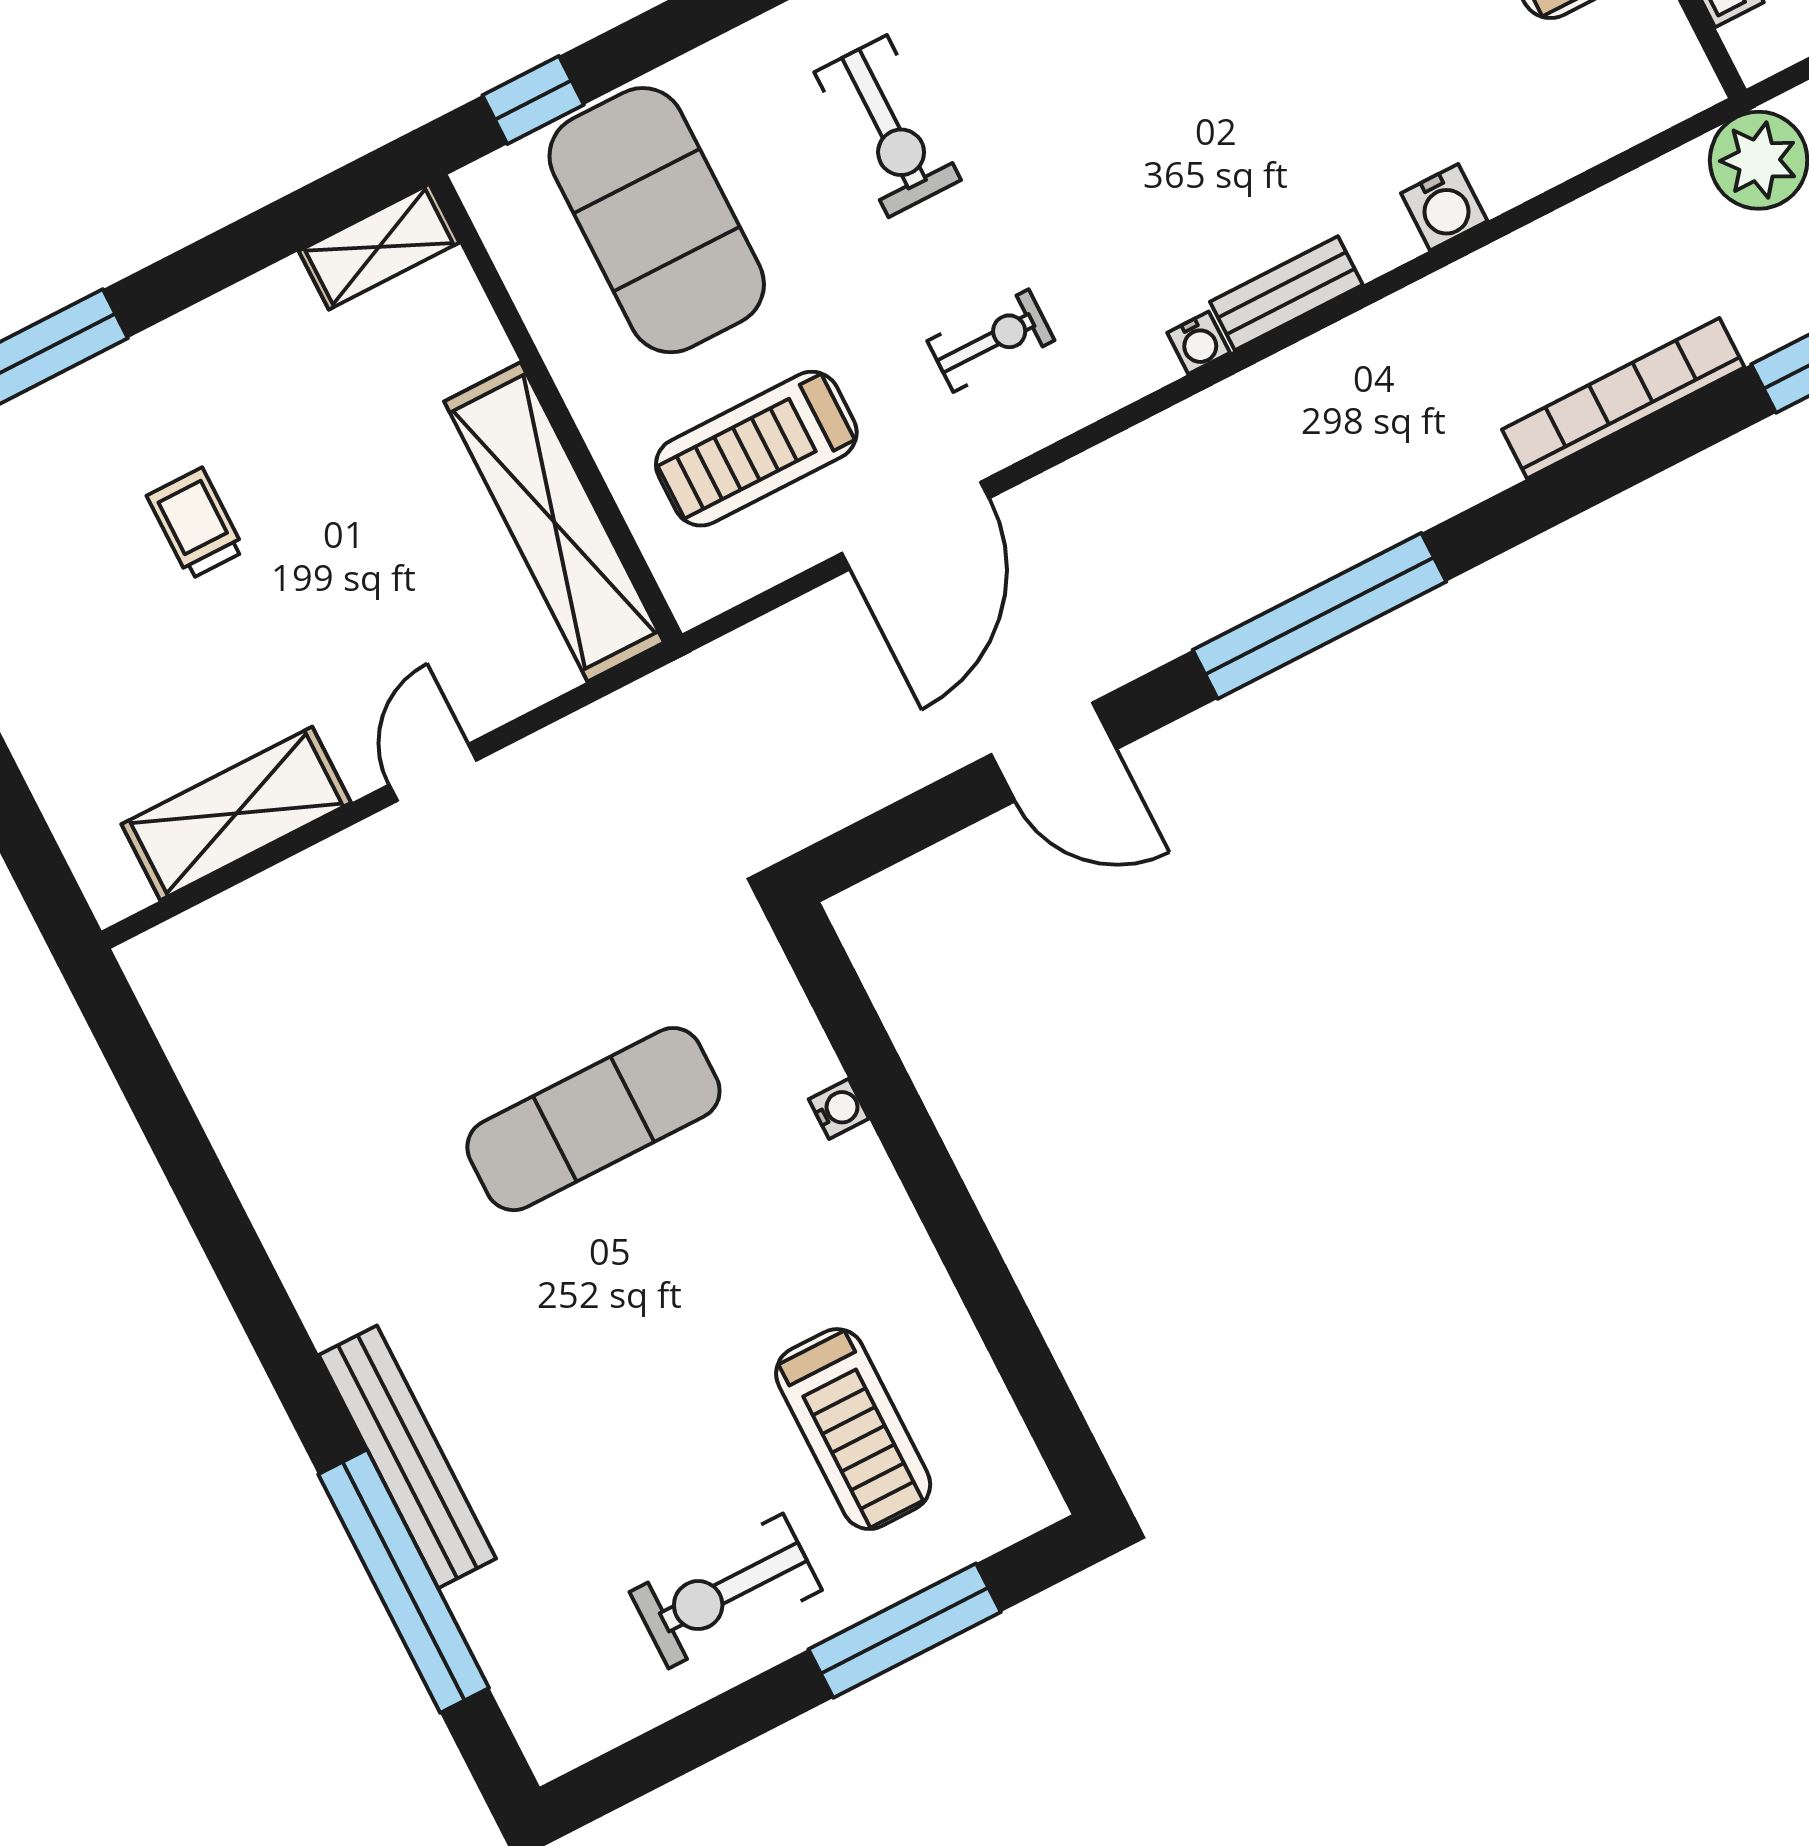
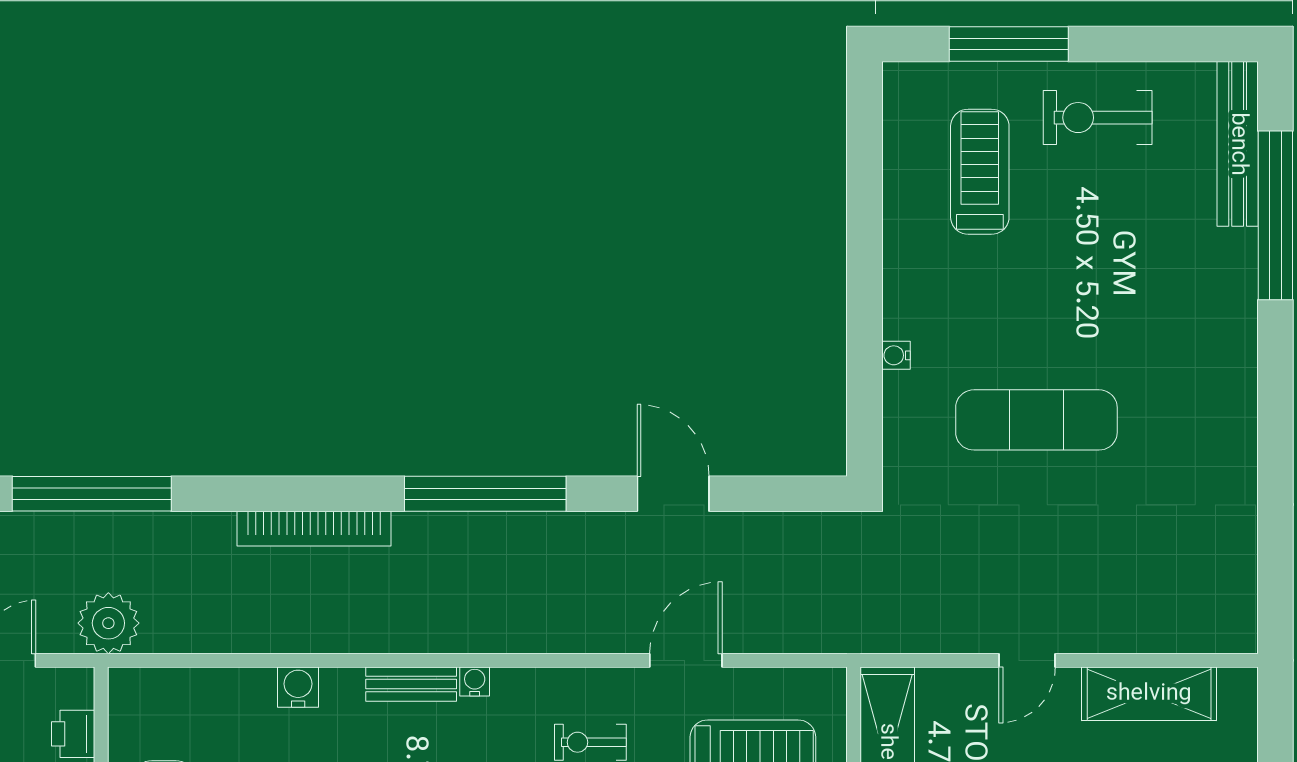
bookcase: (1623, 398) -> (314, 529), moved
door: (915, 526) -> (686, 660), width x0.73
bench: (407, 1457) -> (1238, 144), moved
exercise bike: (726, 1591) -> (1098, 118), turned 180

